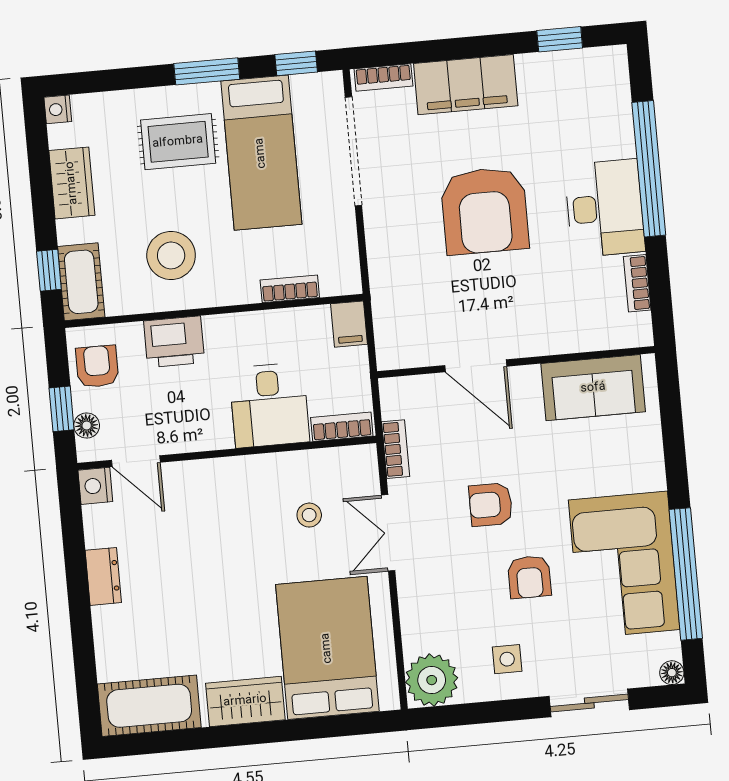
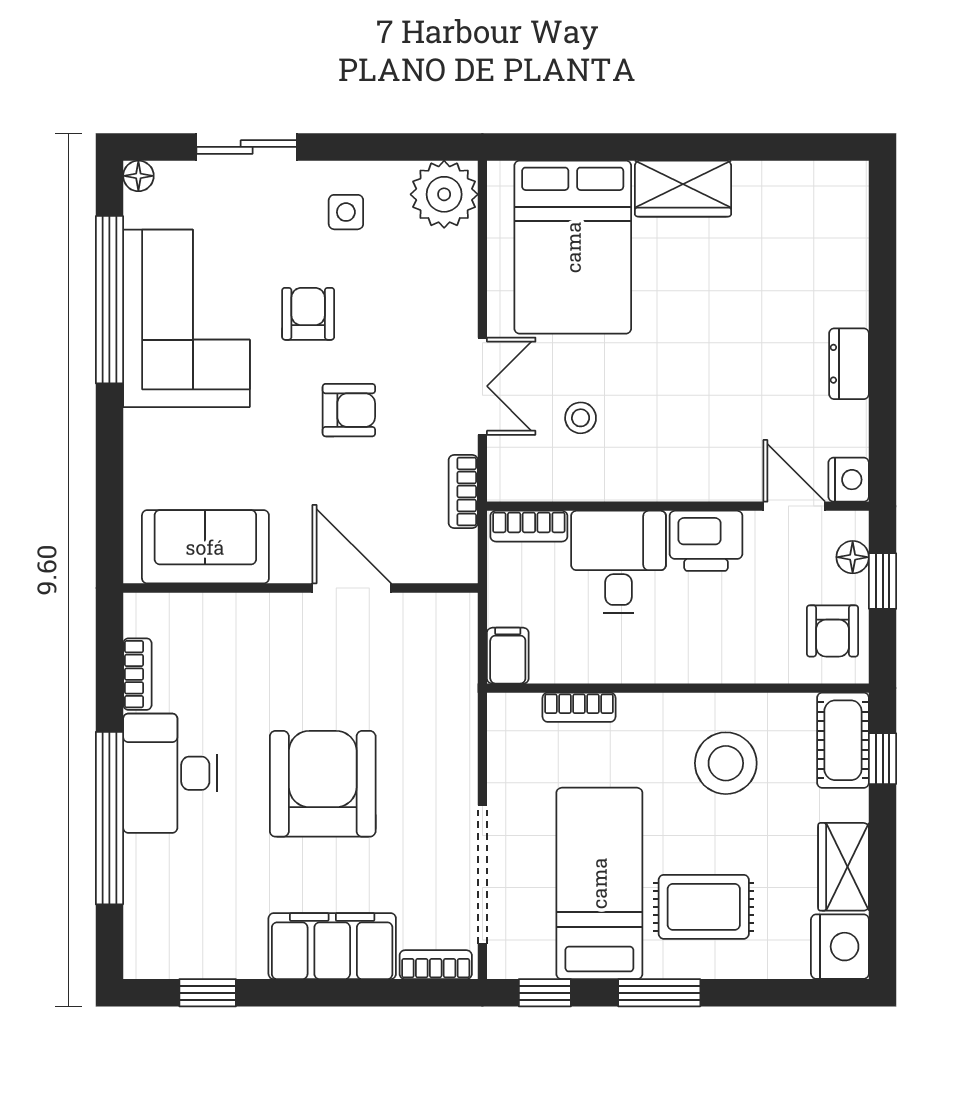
nightstand: (58, 109) -> (840, 947), width x1.89, depth x1.79
printer: (174, 342) -> (706, 541), moved, turned 180
cot: (149, 706) -> (806, 194), removed

